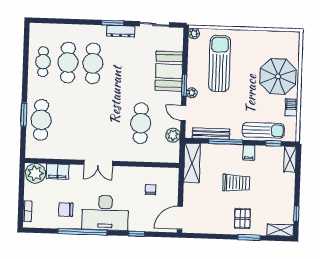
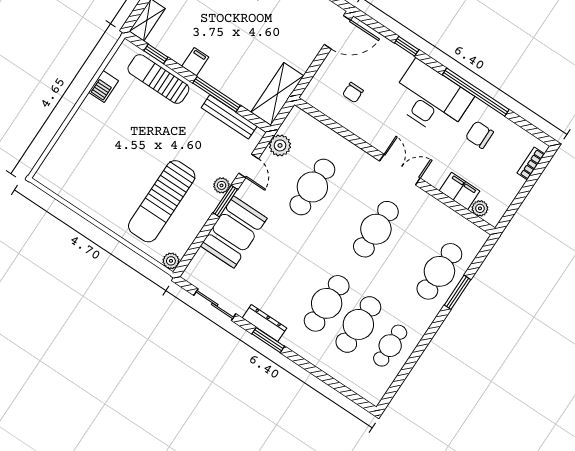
parasol: (278, 76) -> (96, 137), removed
cafe table: (91, 121) -> (376, 229), added
plant: (35, 173) -> (480, 208), width x0.53, depth x0.53
trolley: (236, 183) -> (236, 33), removed
chair: (66, 210) -> (479, 135), turned 180

